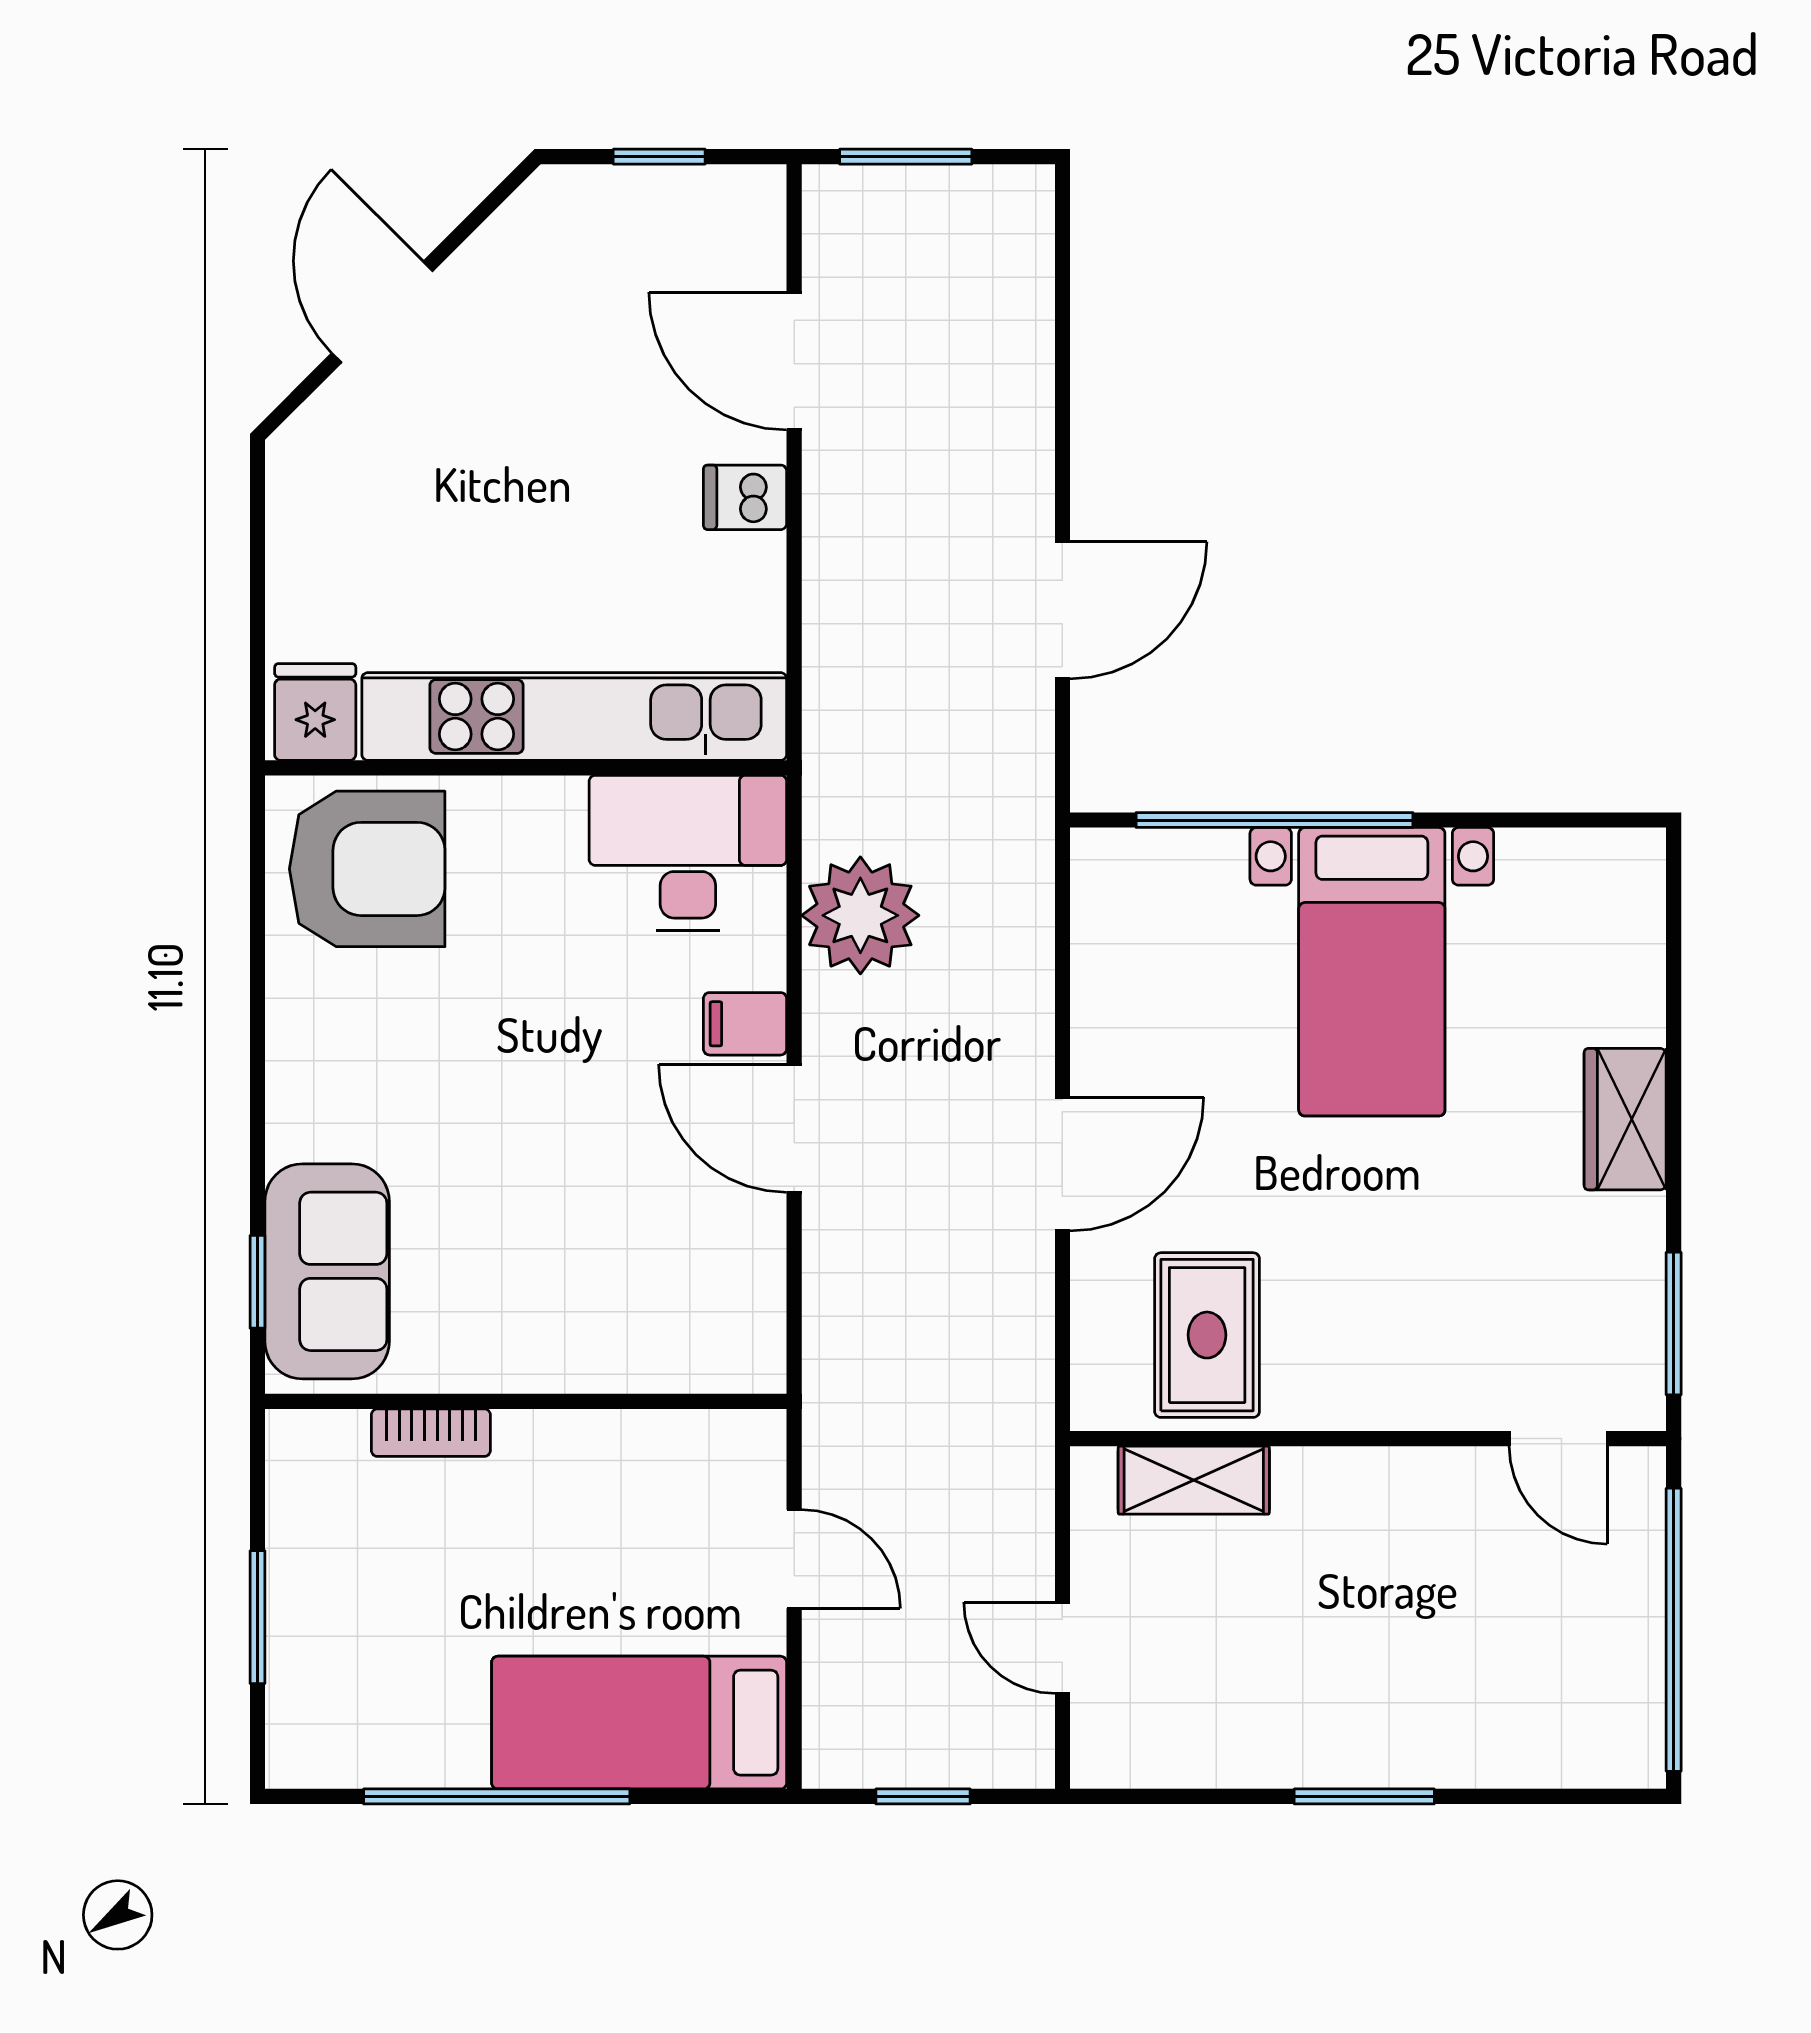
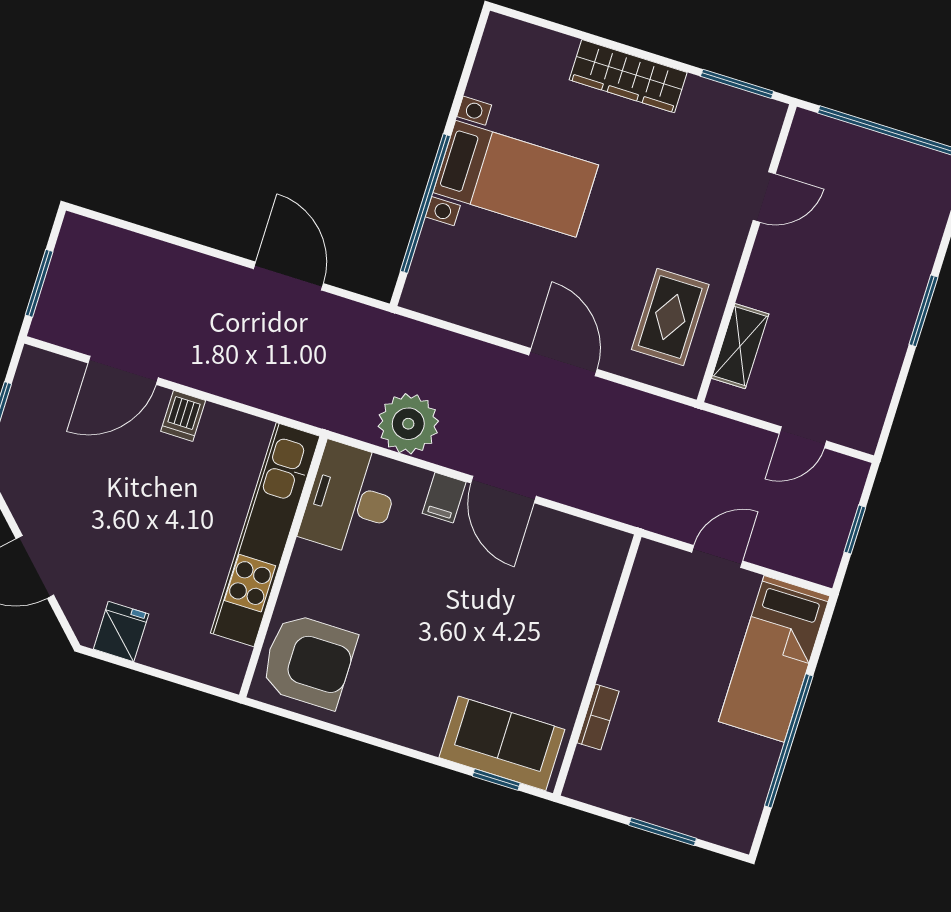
fridge: (315, 712) -> (121, 632), moved, turned 90
armchair: (367, 869) -> (309, 661), turned 90
wardrobe: (1625, 1119) -> (628, 76), width x1.50
door: (794, 1128) -> (504, 490), hinge flipped
rug: (1207, 1335) -> (670, 317), turned 90
door: (1558, 1439) -> (764, 197), moved

